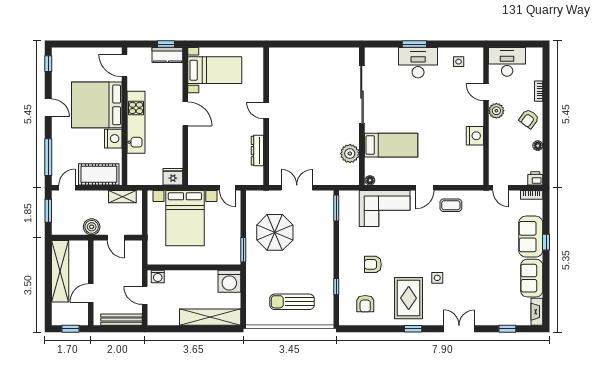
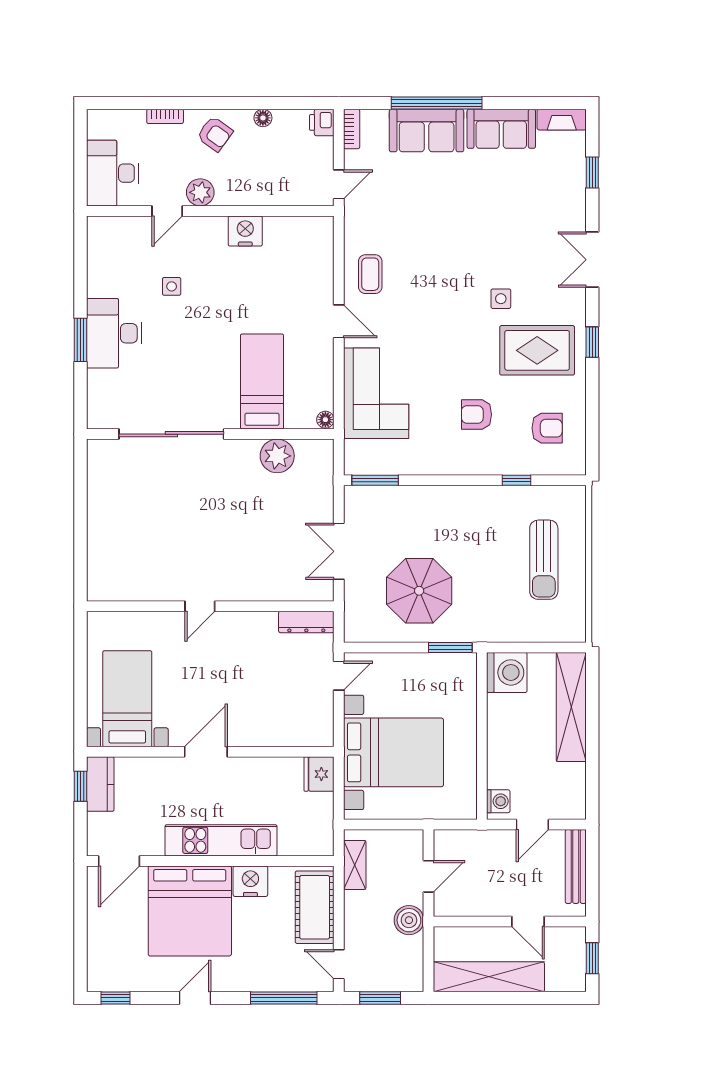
side table: (459, 62) -> (172, 286), moved
dresser: (257, 151) -> (306, 622), moved
window: (546, 242) -> (437, 103), width x3.17
armchair: (373, 264) -> (477, 414), turned 90

